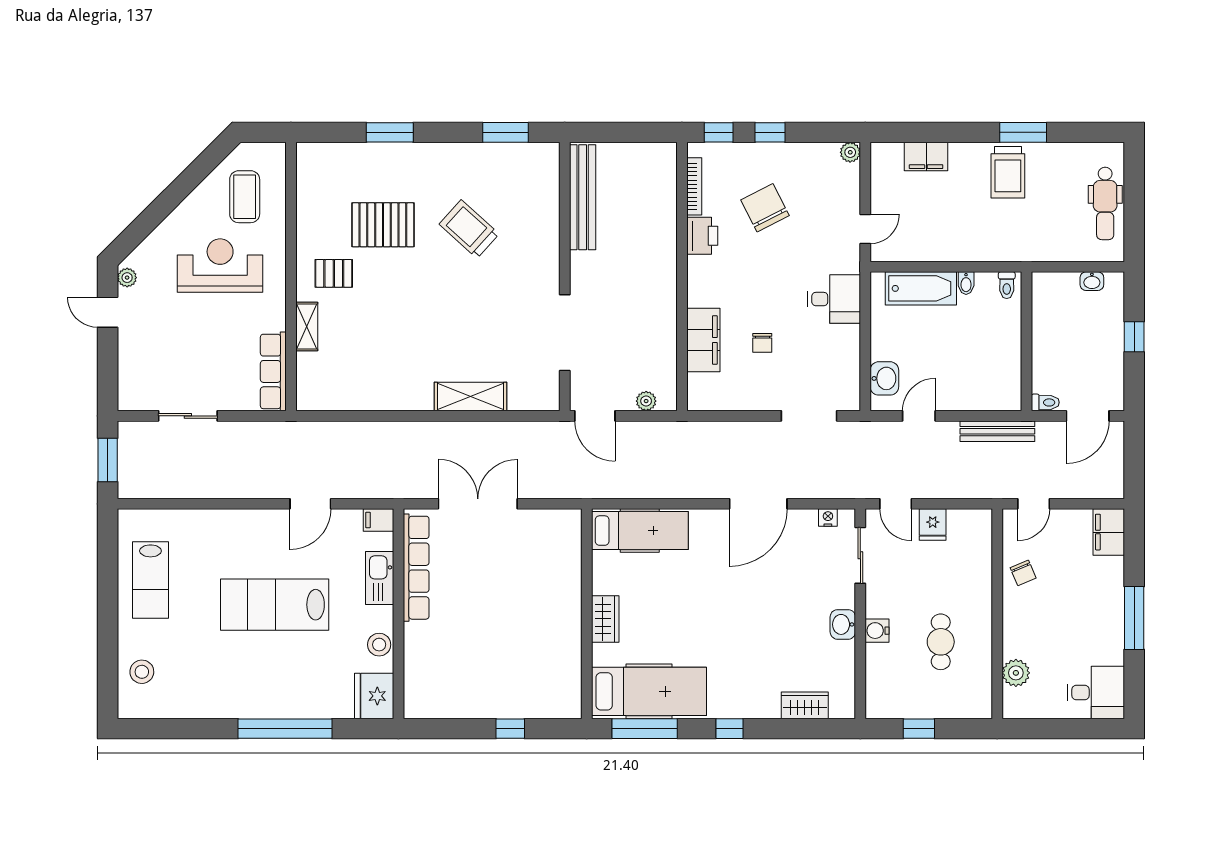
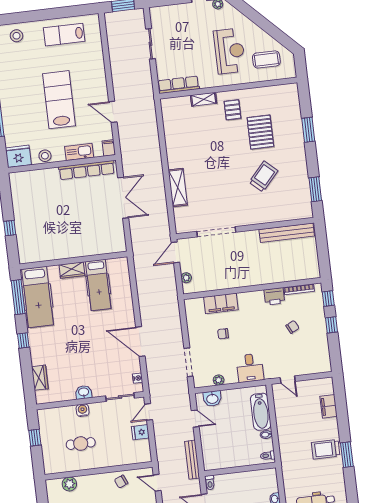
plant: (850, 152) -> (219, 380), moved
chair: (765, 208) -> (292, 327), width x0.54, depth x0.54
hospital bed: (640, 531) -> (98, 285), moved

